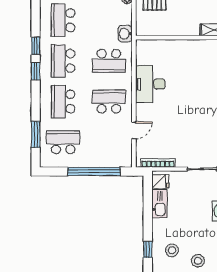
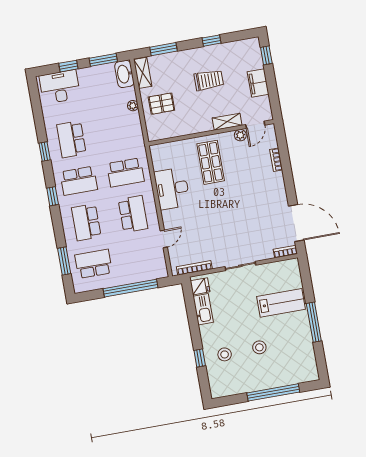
washbasin: (125, 34) -> (137, 142), removed
window: (36, 46) -> (45, 152), moved
school desk: (63, 61) -> (79, 181), turned -90
shop shelf: (191, 66) -> (211, 162), added
school desk: (109, 102) -> (133, 214), turned 90
stool: (198, 261) -> (259, 347), moved

